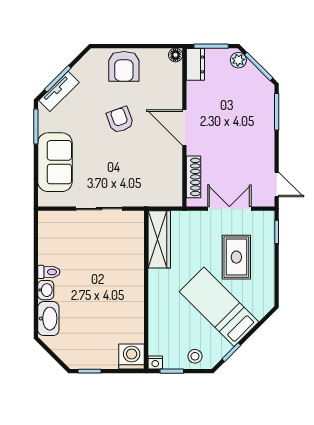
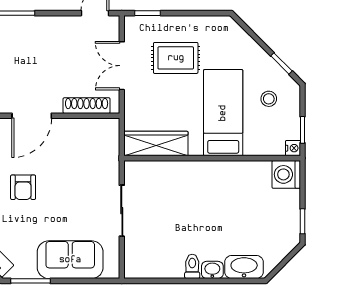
armchair: (120, 120) -> (23, 187), turned -70
bed: (219, 307) -> (223, 113), moved, turned 135
stool: (195, 356) -> (269, 99), moved

